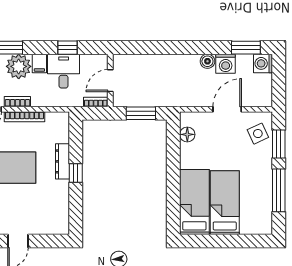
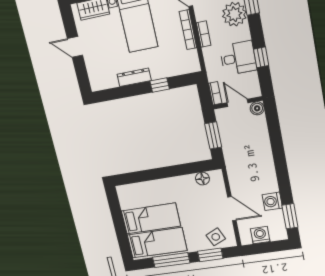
boiler: (207, 61) -> (257, 108), moved
filing cabinet: (39, 63) -> (241, 34), removed
washing machine: (263, 63) -> (260, 235), moved
bookcase: (17, 102) -> (204, 34), moved
dresser: (63, 161) -> (134, 77), moved
window: (76, 173) -> (160, 85), moved
bed: (194, 202) -> (157, 243), moved

